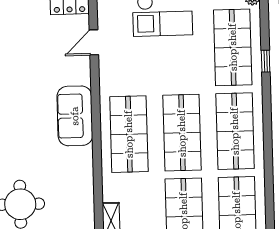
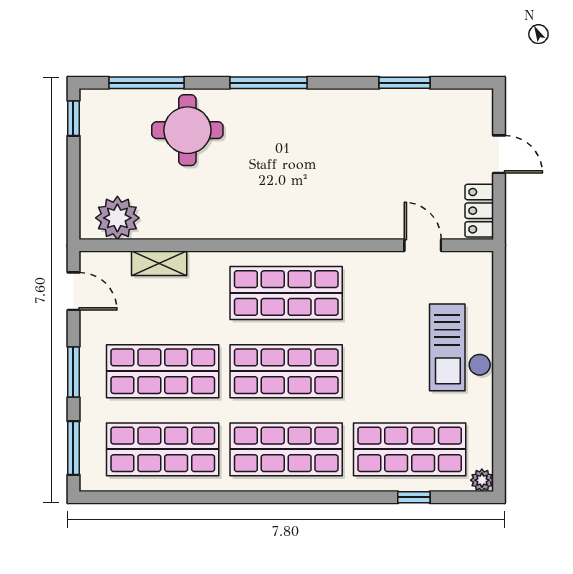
window: (266, 61) -> (414, 497), moved
sofa: (75, 116) -> (315, 214), removed

